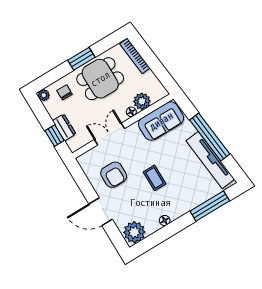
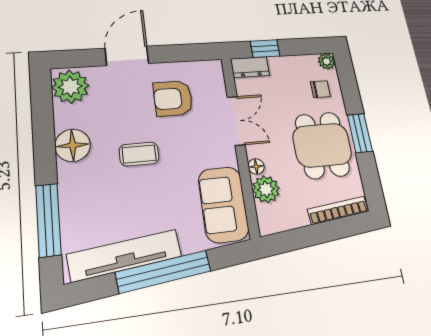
dresser: (64, 127) -> (250, 67), moved
floor lamp: (165, 221) -> (73, 145), width x1.89, depth x1.89

